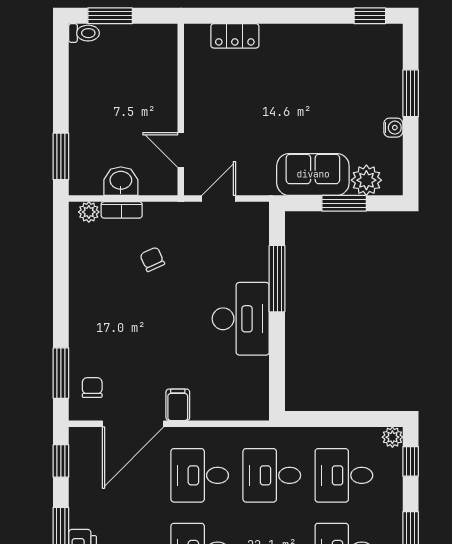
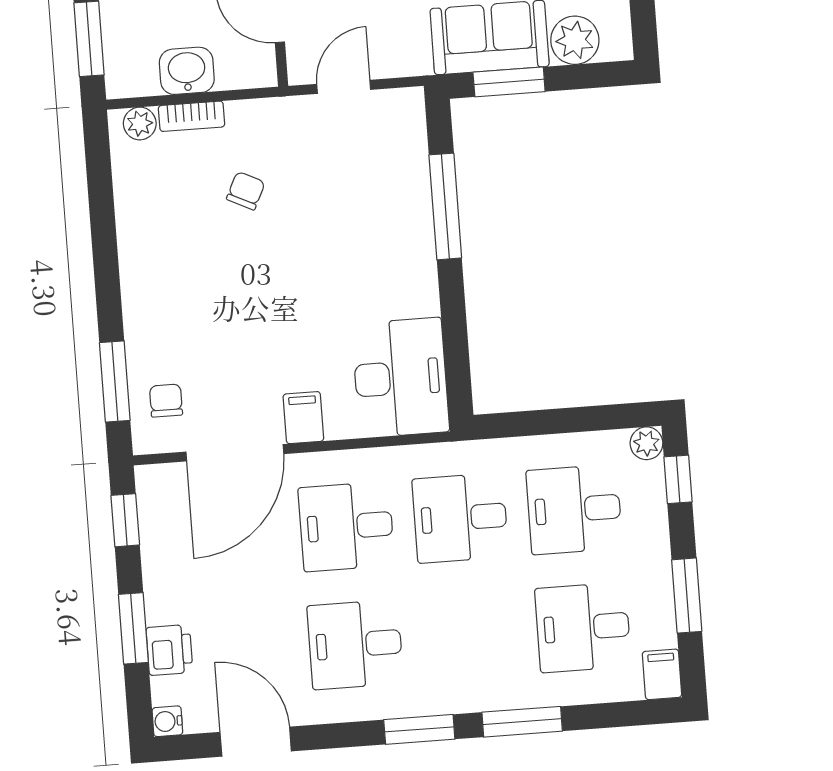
window: (344, 203) -> (509, 82), moved
chair: (152, 259) -> (246, 191), turned 50
desk: (241, 319) -> (400, 378), moved

